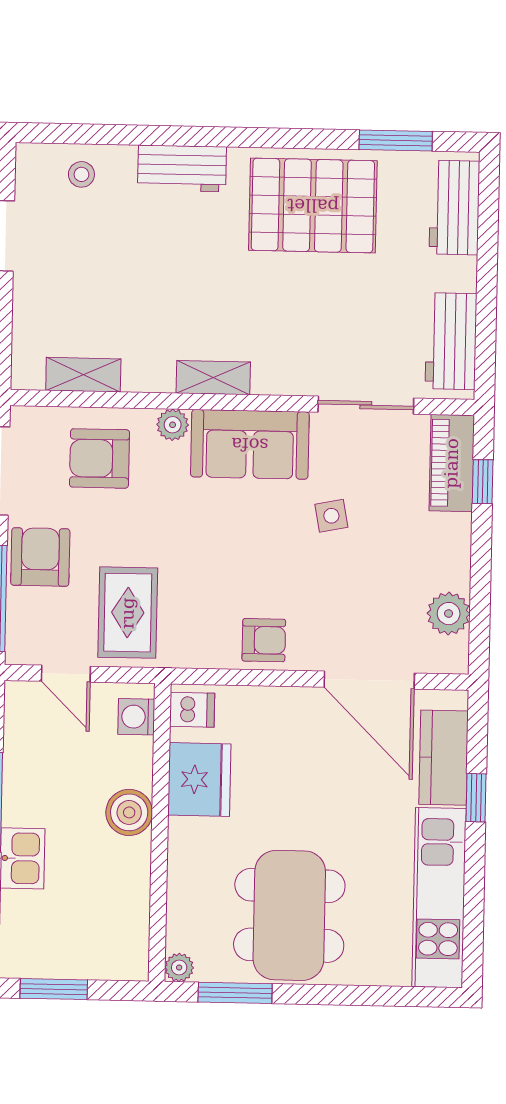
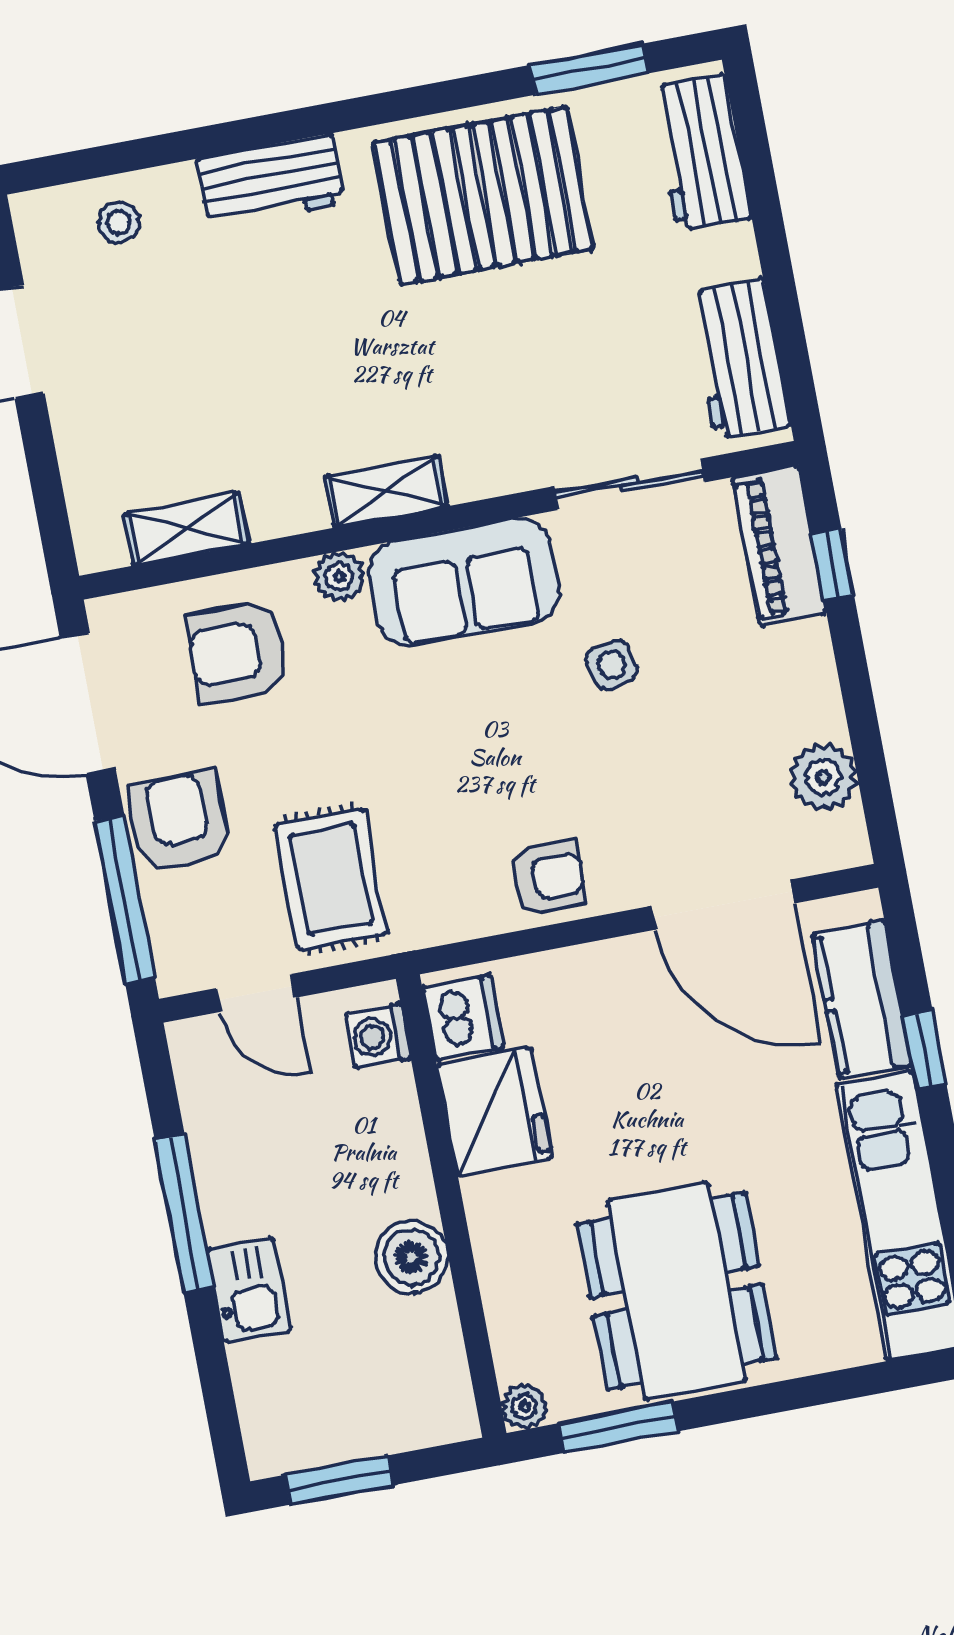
dishwasher: (192, 710) -> (463, 1017), width x1.38
boiler: (129, 812) -> (411, 1257), moved

